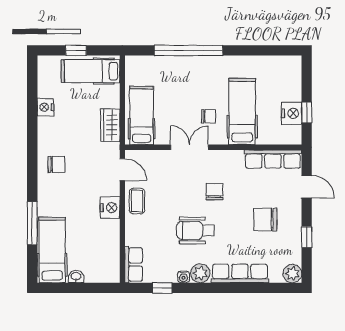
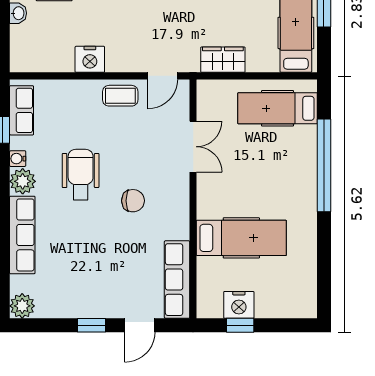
hospital bed: (142, 115) -> (278, 108), moved, turned 180
chair: (209, 116) -> (235, 192), removed
double door: (189, 147) -> (193, 147), moved
nightstand: (110, 208) -> (90, 59), moved
chair: (265, 220) -> (95, 269), removed
window: (307, 237) -> (91, 325), moved
row of seats: (134, 264) -> (22, 110), moved, turned -90

